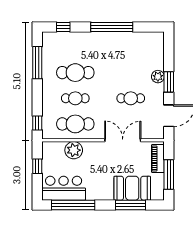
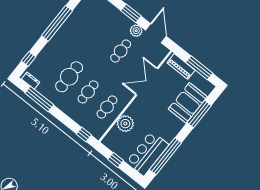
dresser: (47, 43) -> (31, 81), added
plant: (158, 77) -> (136, 31), moved
cafe table: (75, 124) -> (107, 107), width x0.73, depth x0.74

